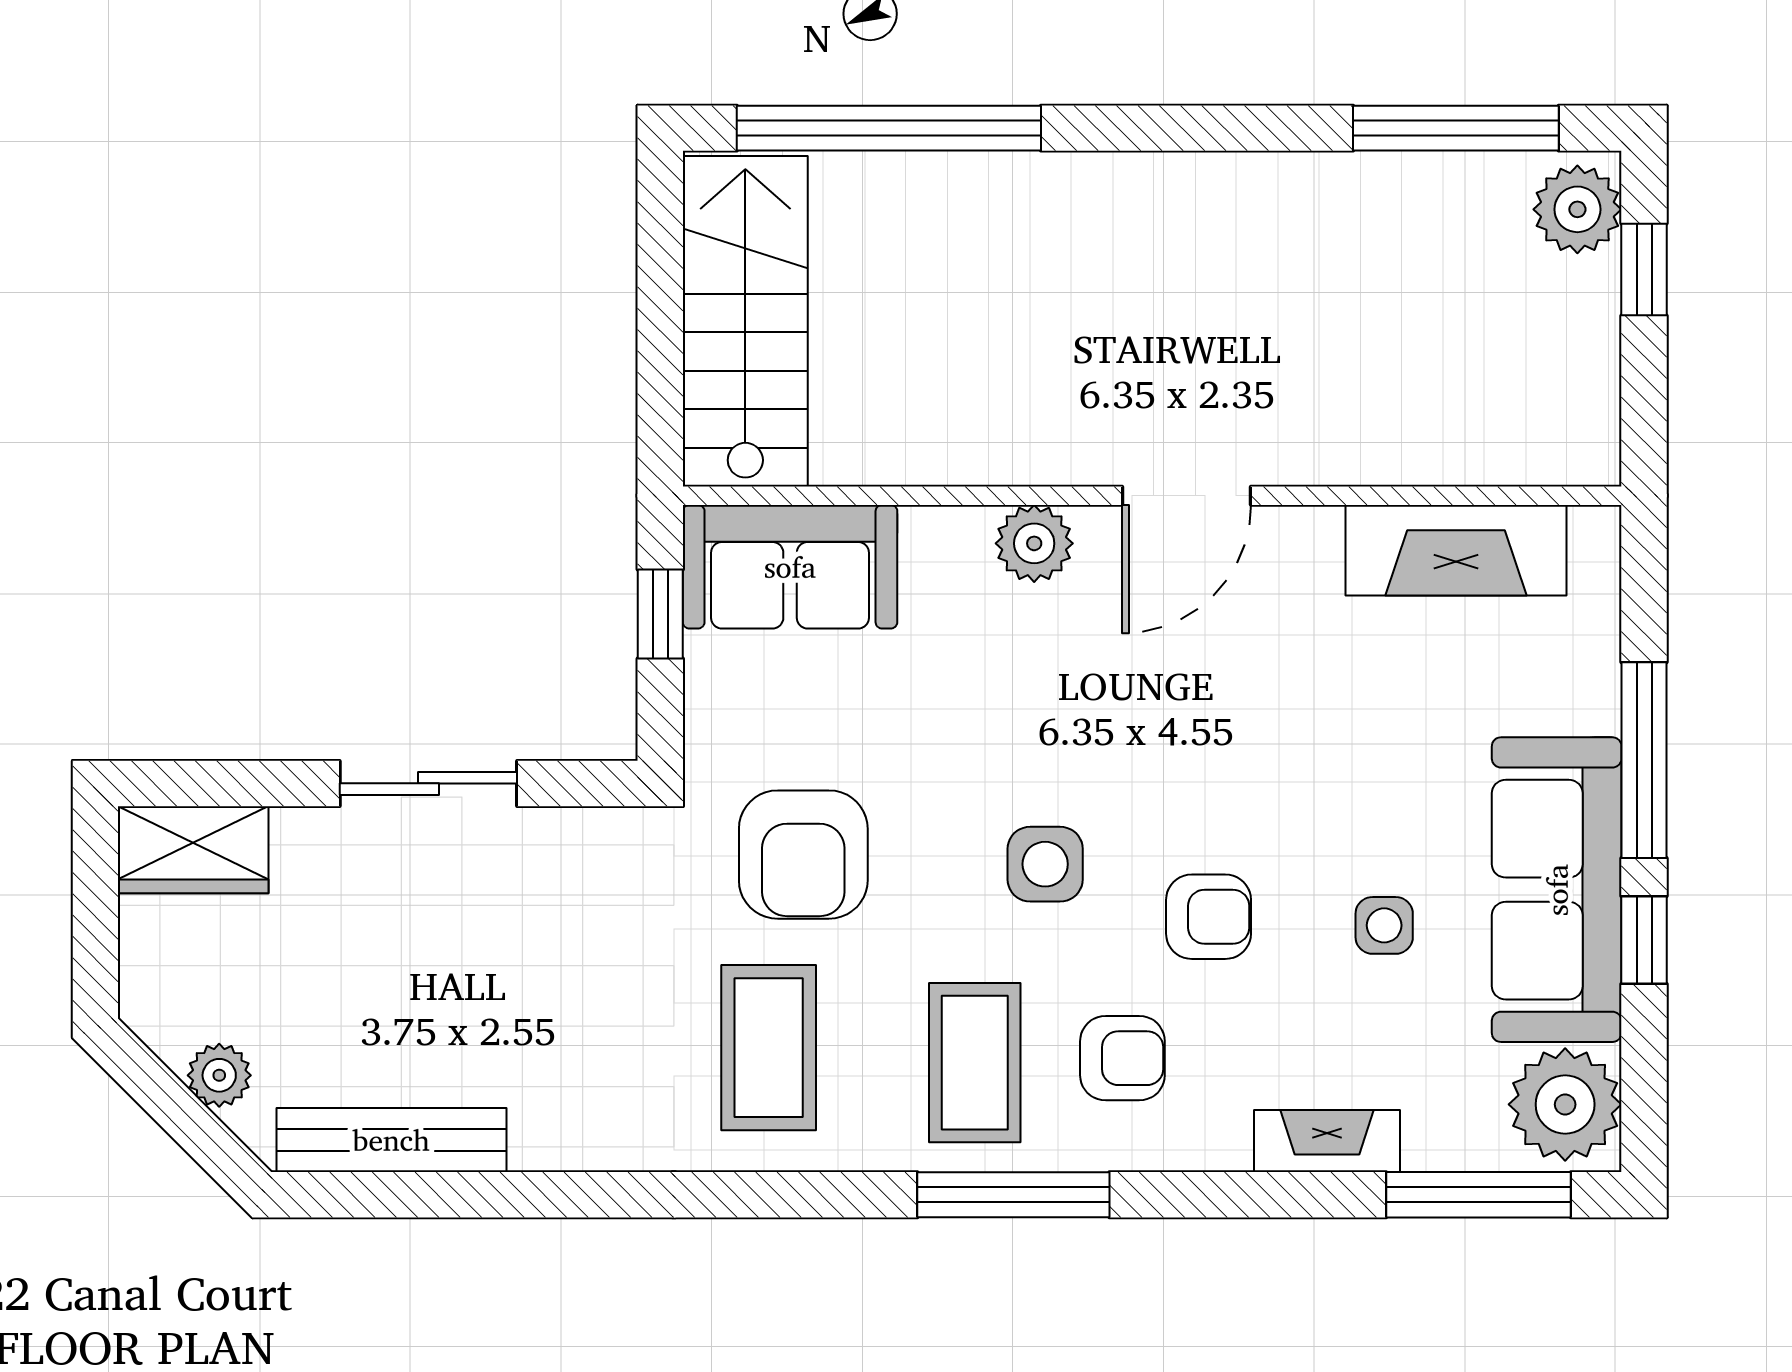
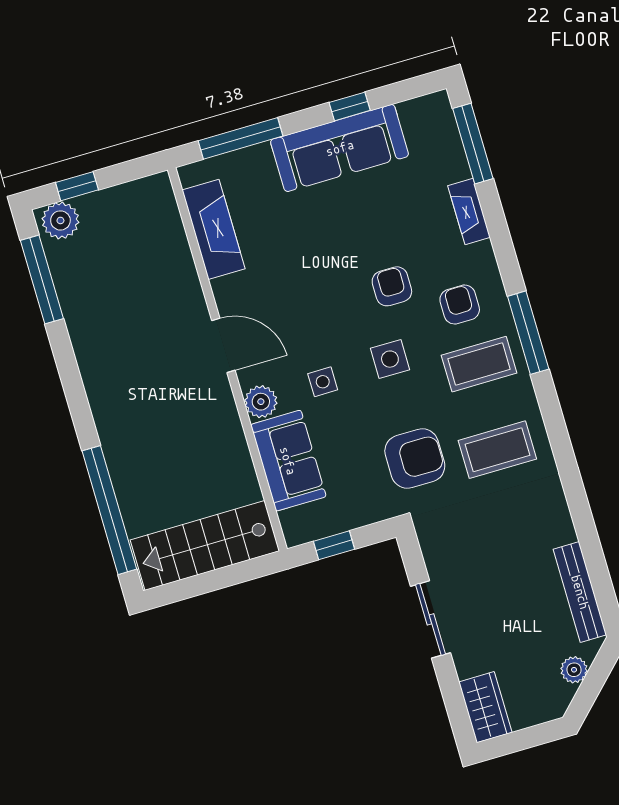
sofa: (790, 567) -> (288, 461), moved
window: (1644, 760) -> (241, 138), moved
side table: (1384, 925) -> (323, 382), moved
plant: (1565, 1104) -> (426, 119), removed

